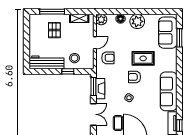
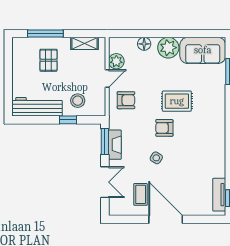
plant: (101, 20) -> (116, 61), moved
sofa: (168, 33) -> (203, 50), moved, turned -90
sofa: (169, 91) -> (214, 149), removed

